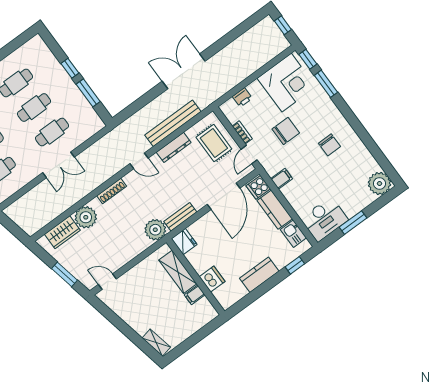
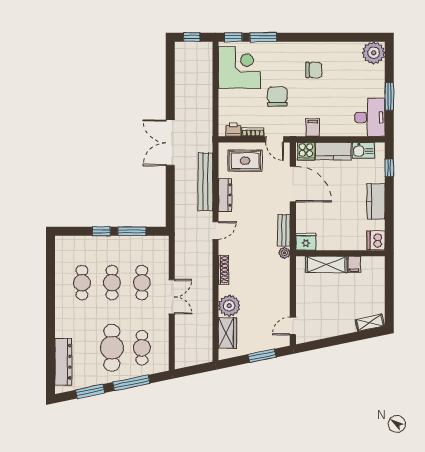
printer: (242, 97) -> (233, 130), moved, turned -90
plant: (155, 230) -> (284, 253), width x0.53, depth x0.53
dishwasher: (212, 279) -> (376, 240), moved, turned -90

